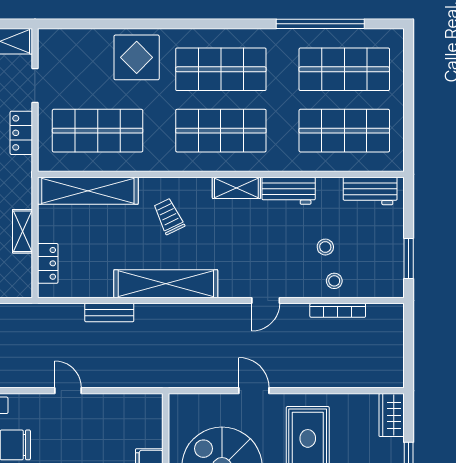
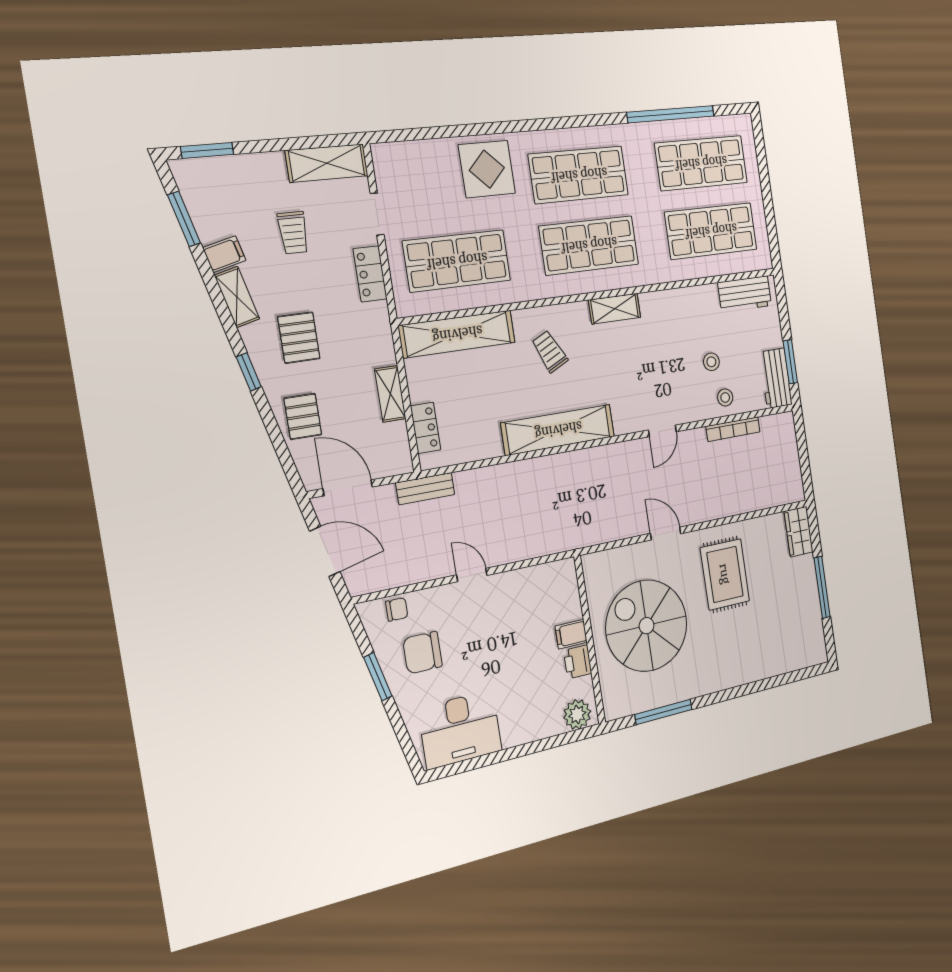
workbench: (289, 191) -> (776, 378), moved, turned 90
bench: (109, 313) -> (425, 489), moved

